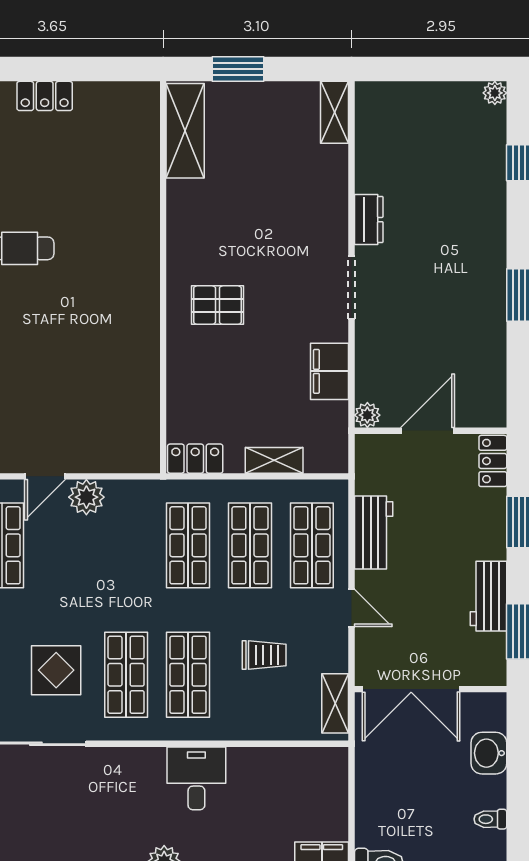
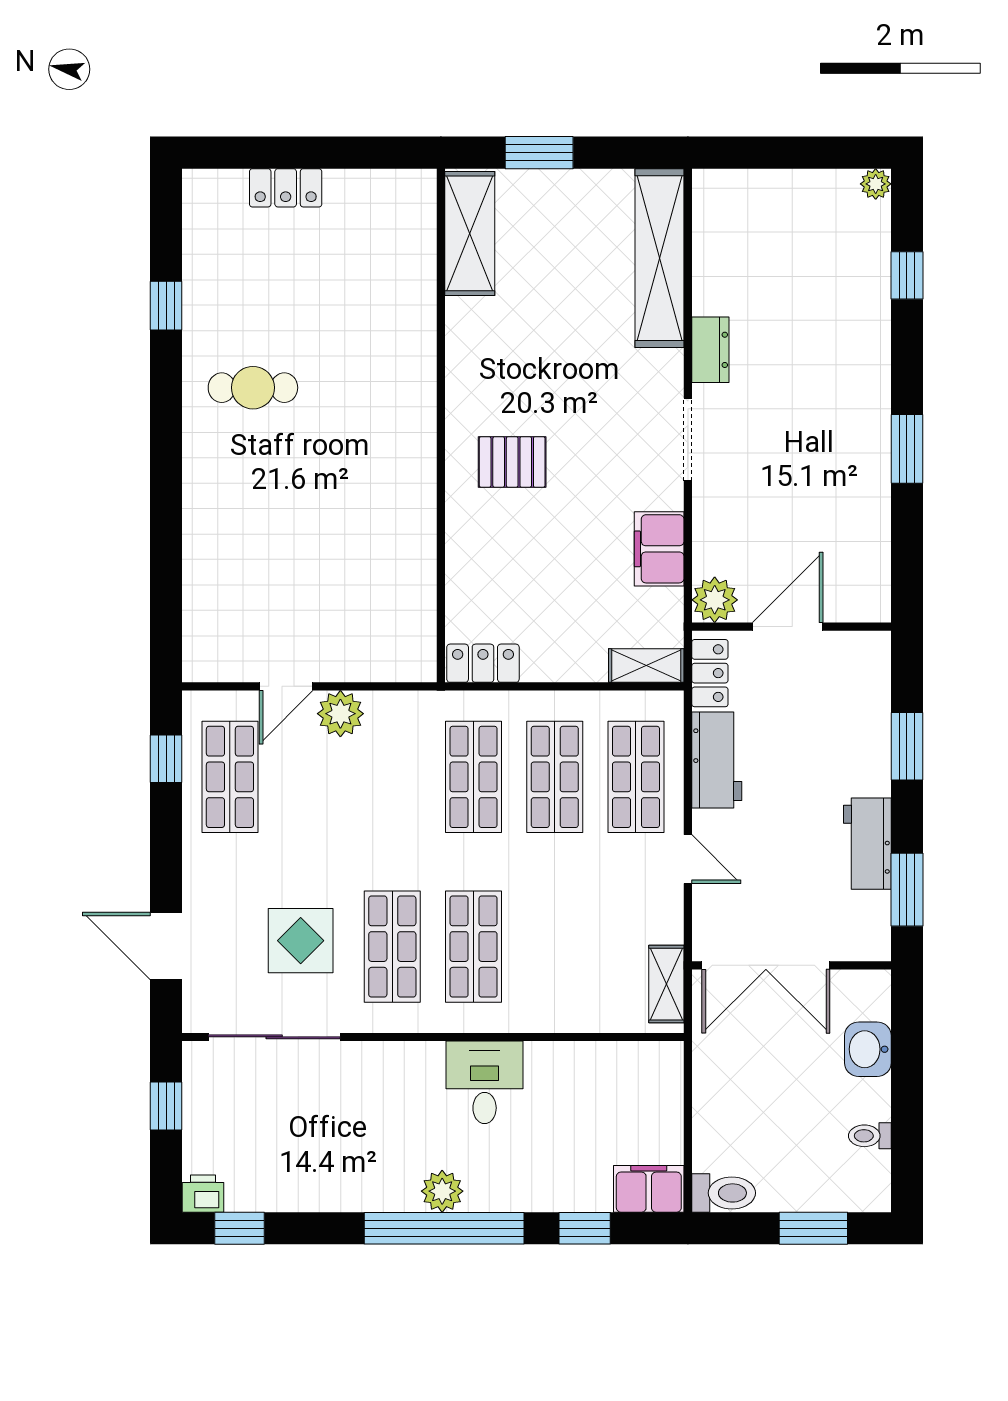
shelving: (335, 112) -> (659, 258), width x2.20, depth x1.33
plant: (367, 415) -> (715, 600), width x1.38, depth x1.38
shelving: (274, 460) -> (646, 666), moved
locker: (493, 461) -> (710, 673), moved, turned 180
trolley: (264, 655) -> (573, 921), removed

